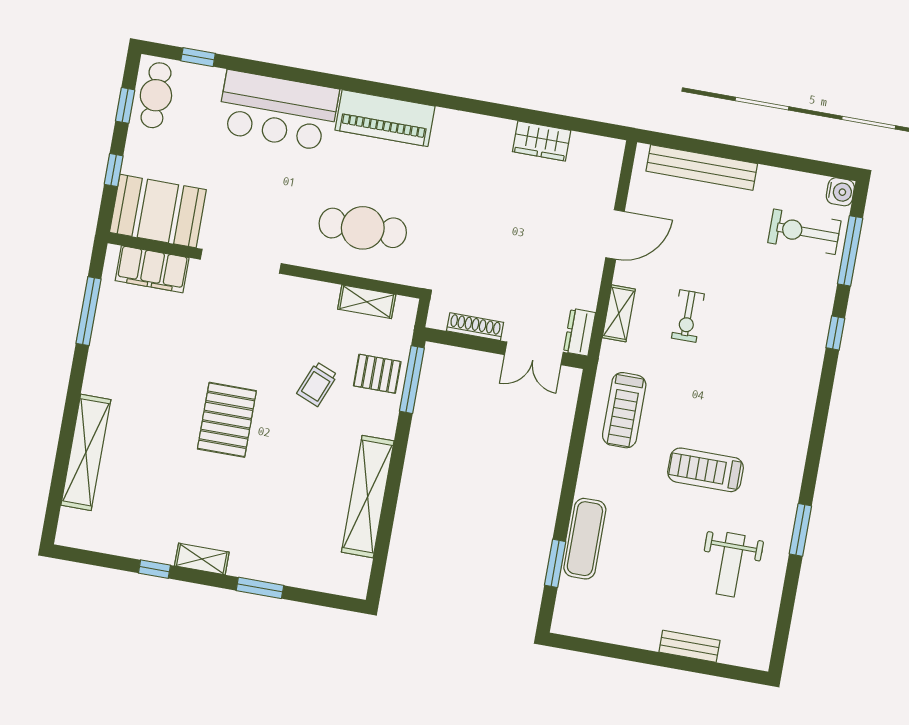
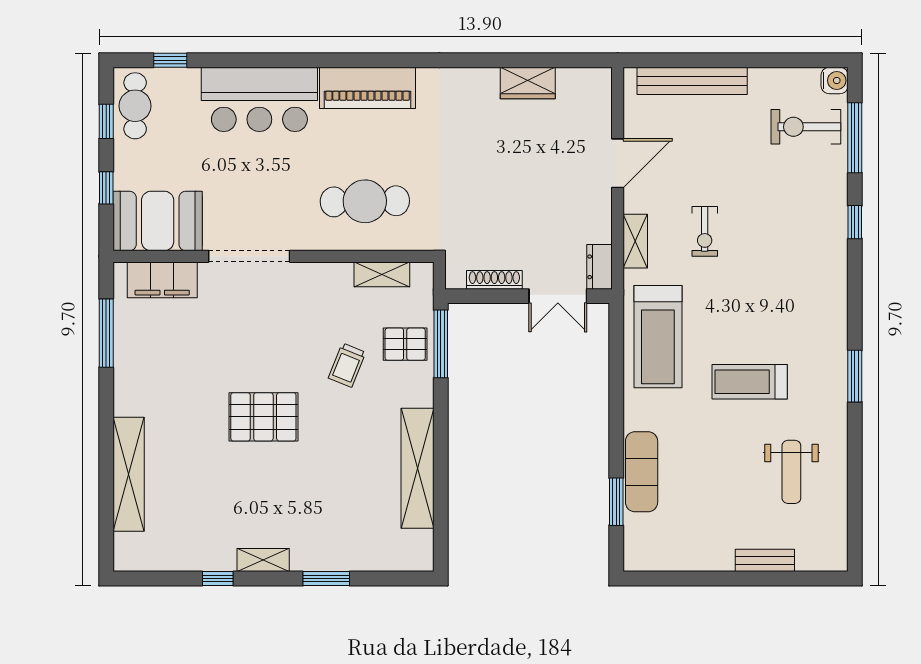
treadmill: (624, 410) -> (658, 337), width x1.37, depth x1.38
pallet: (227, 420) -> (263, 417), turned 90
window: (800, 530) -> (855, 376), moved

